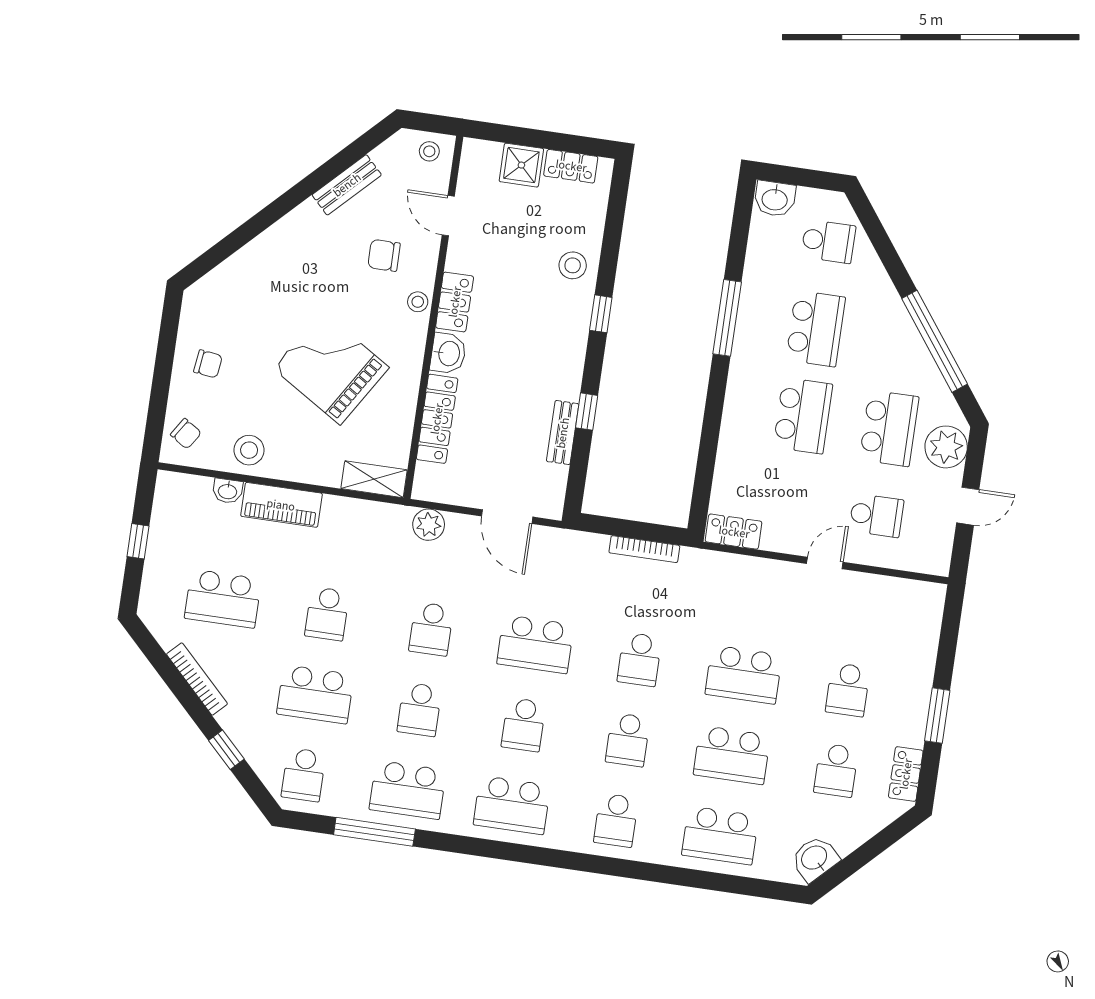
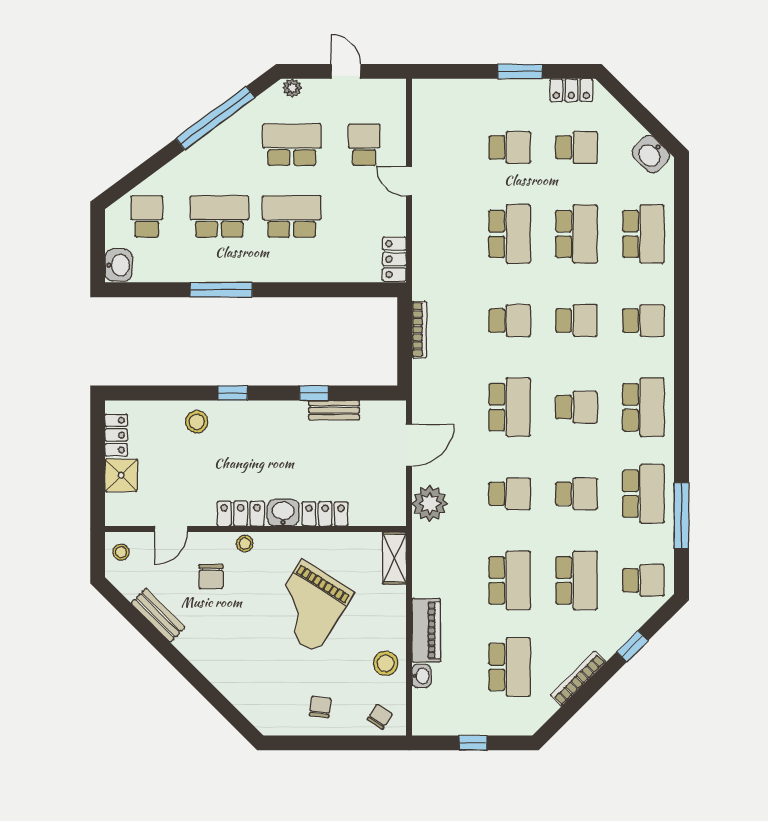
locker: (437, 419) -> (325, 514), width x0.66
plant: (946, 447) -> (292, 88), width x0.53, depth x0.53
plant: (429, 525) -> (430, 504), width x1.36, depth x1.36
school desk: (327, 614) -> (510, 580), width x1.85

